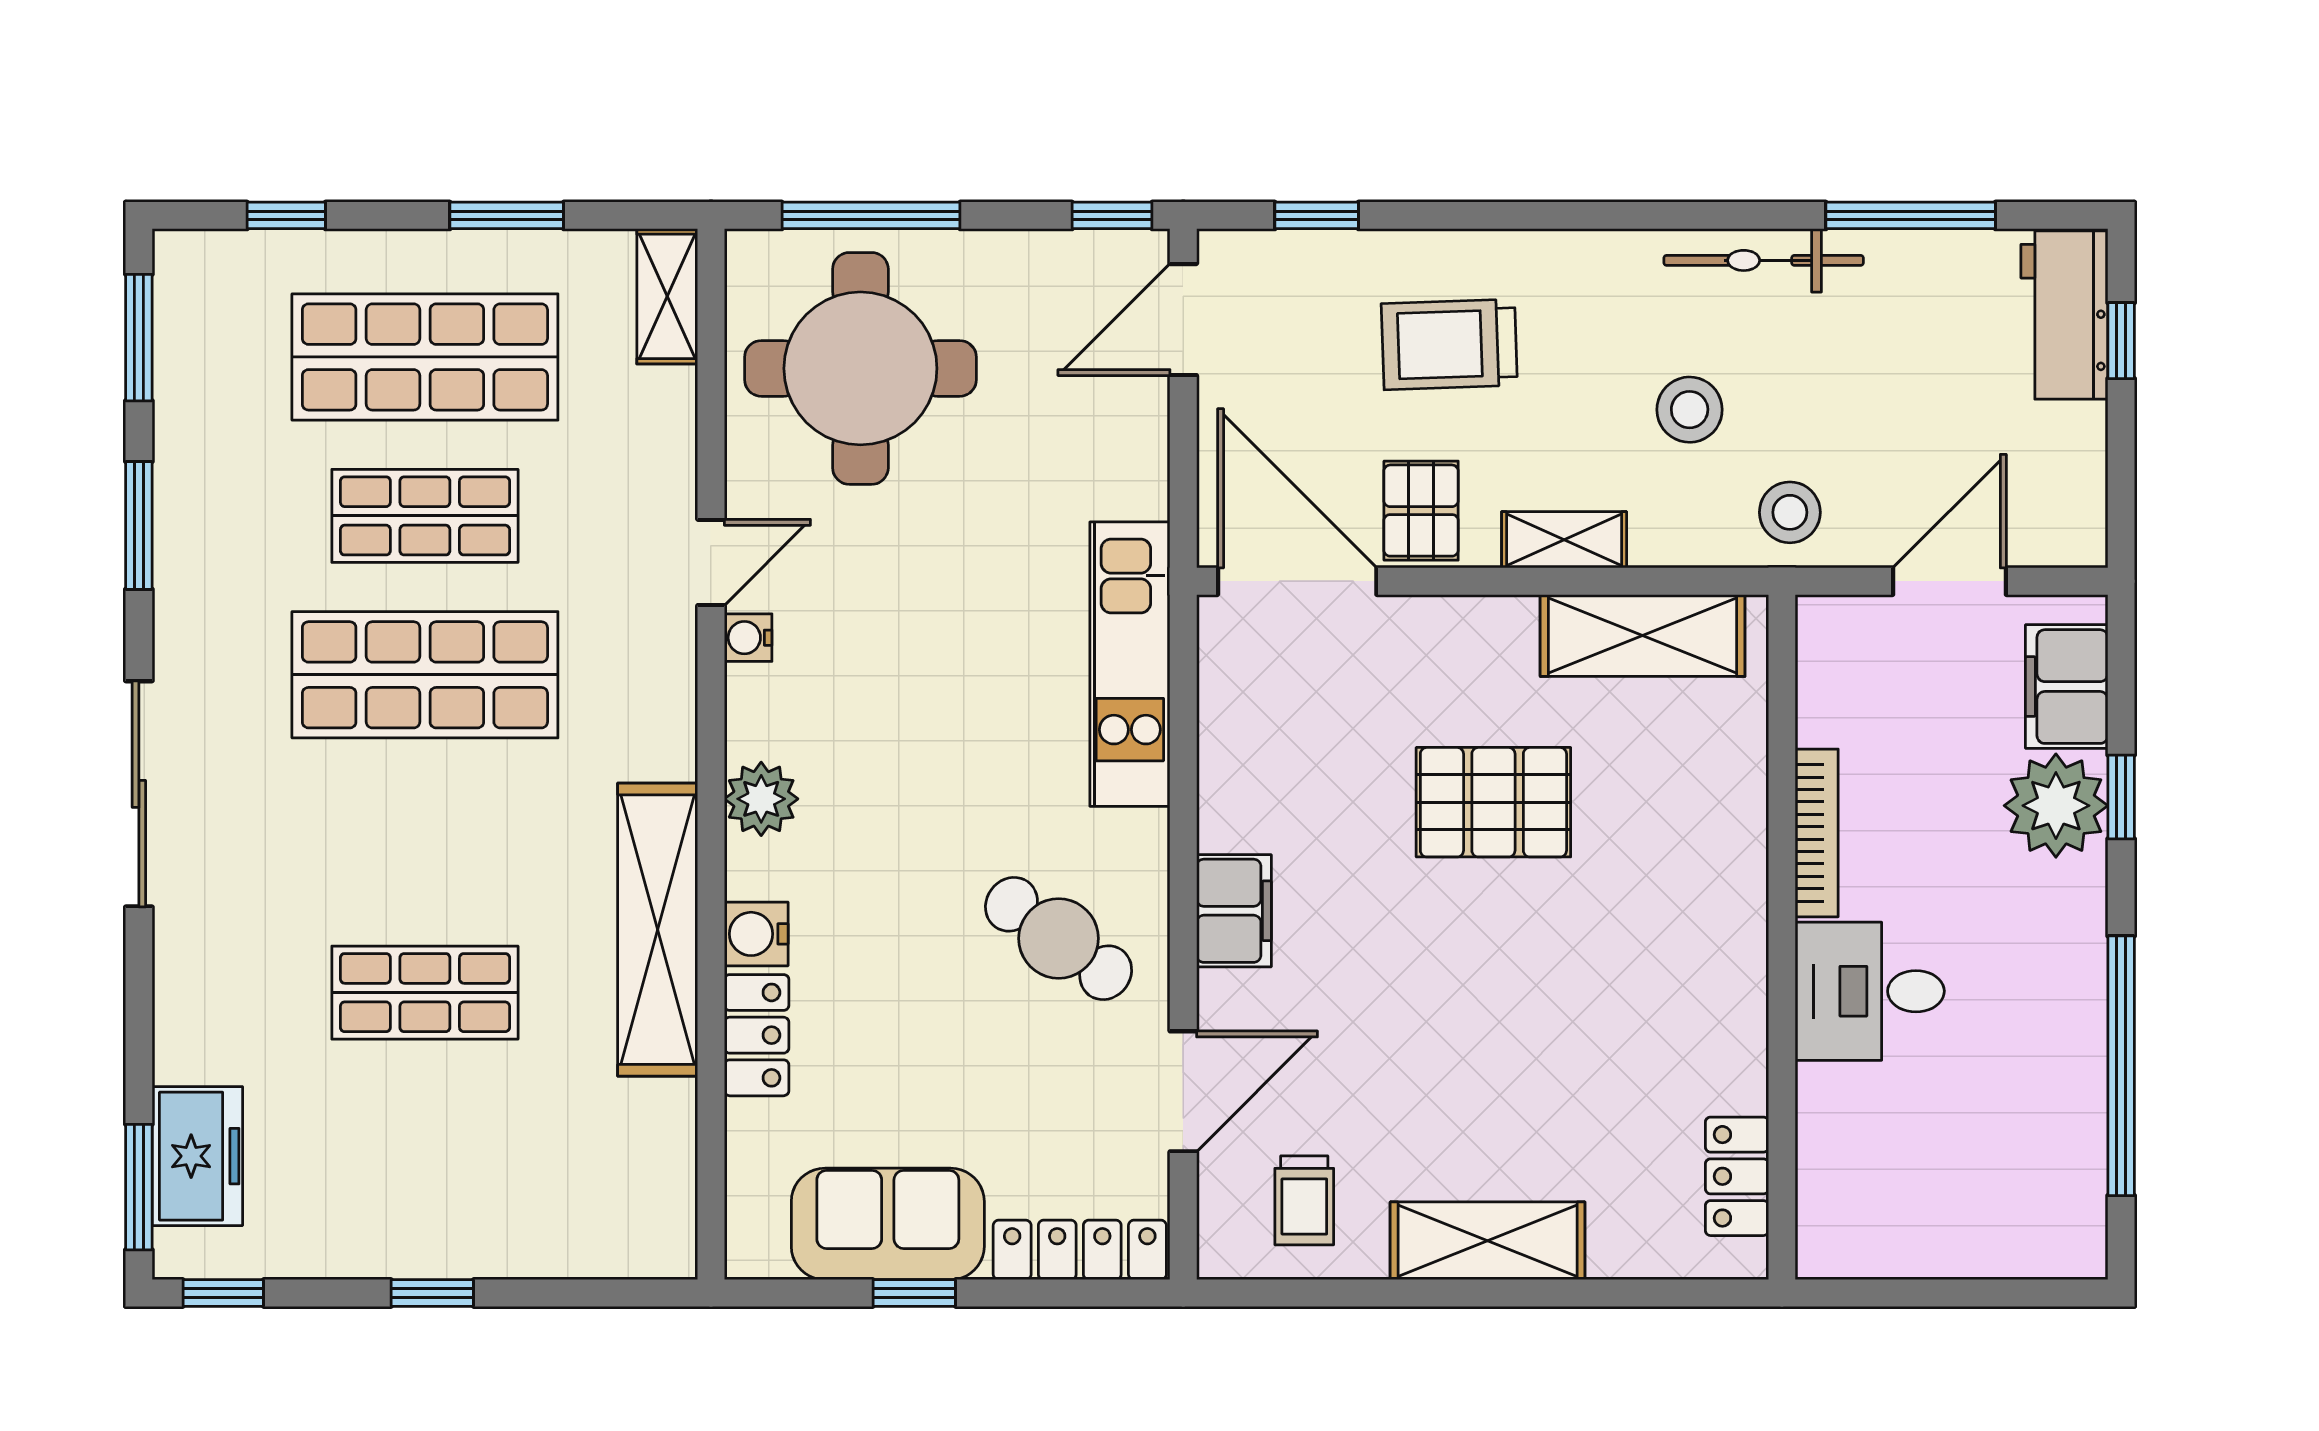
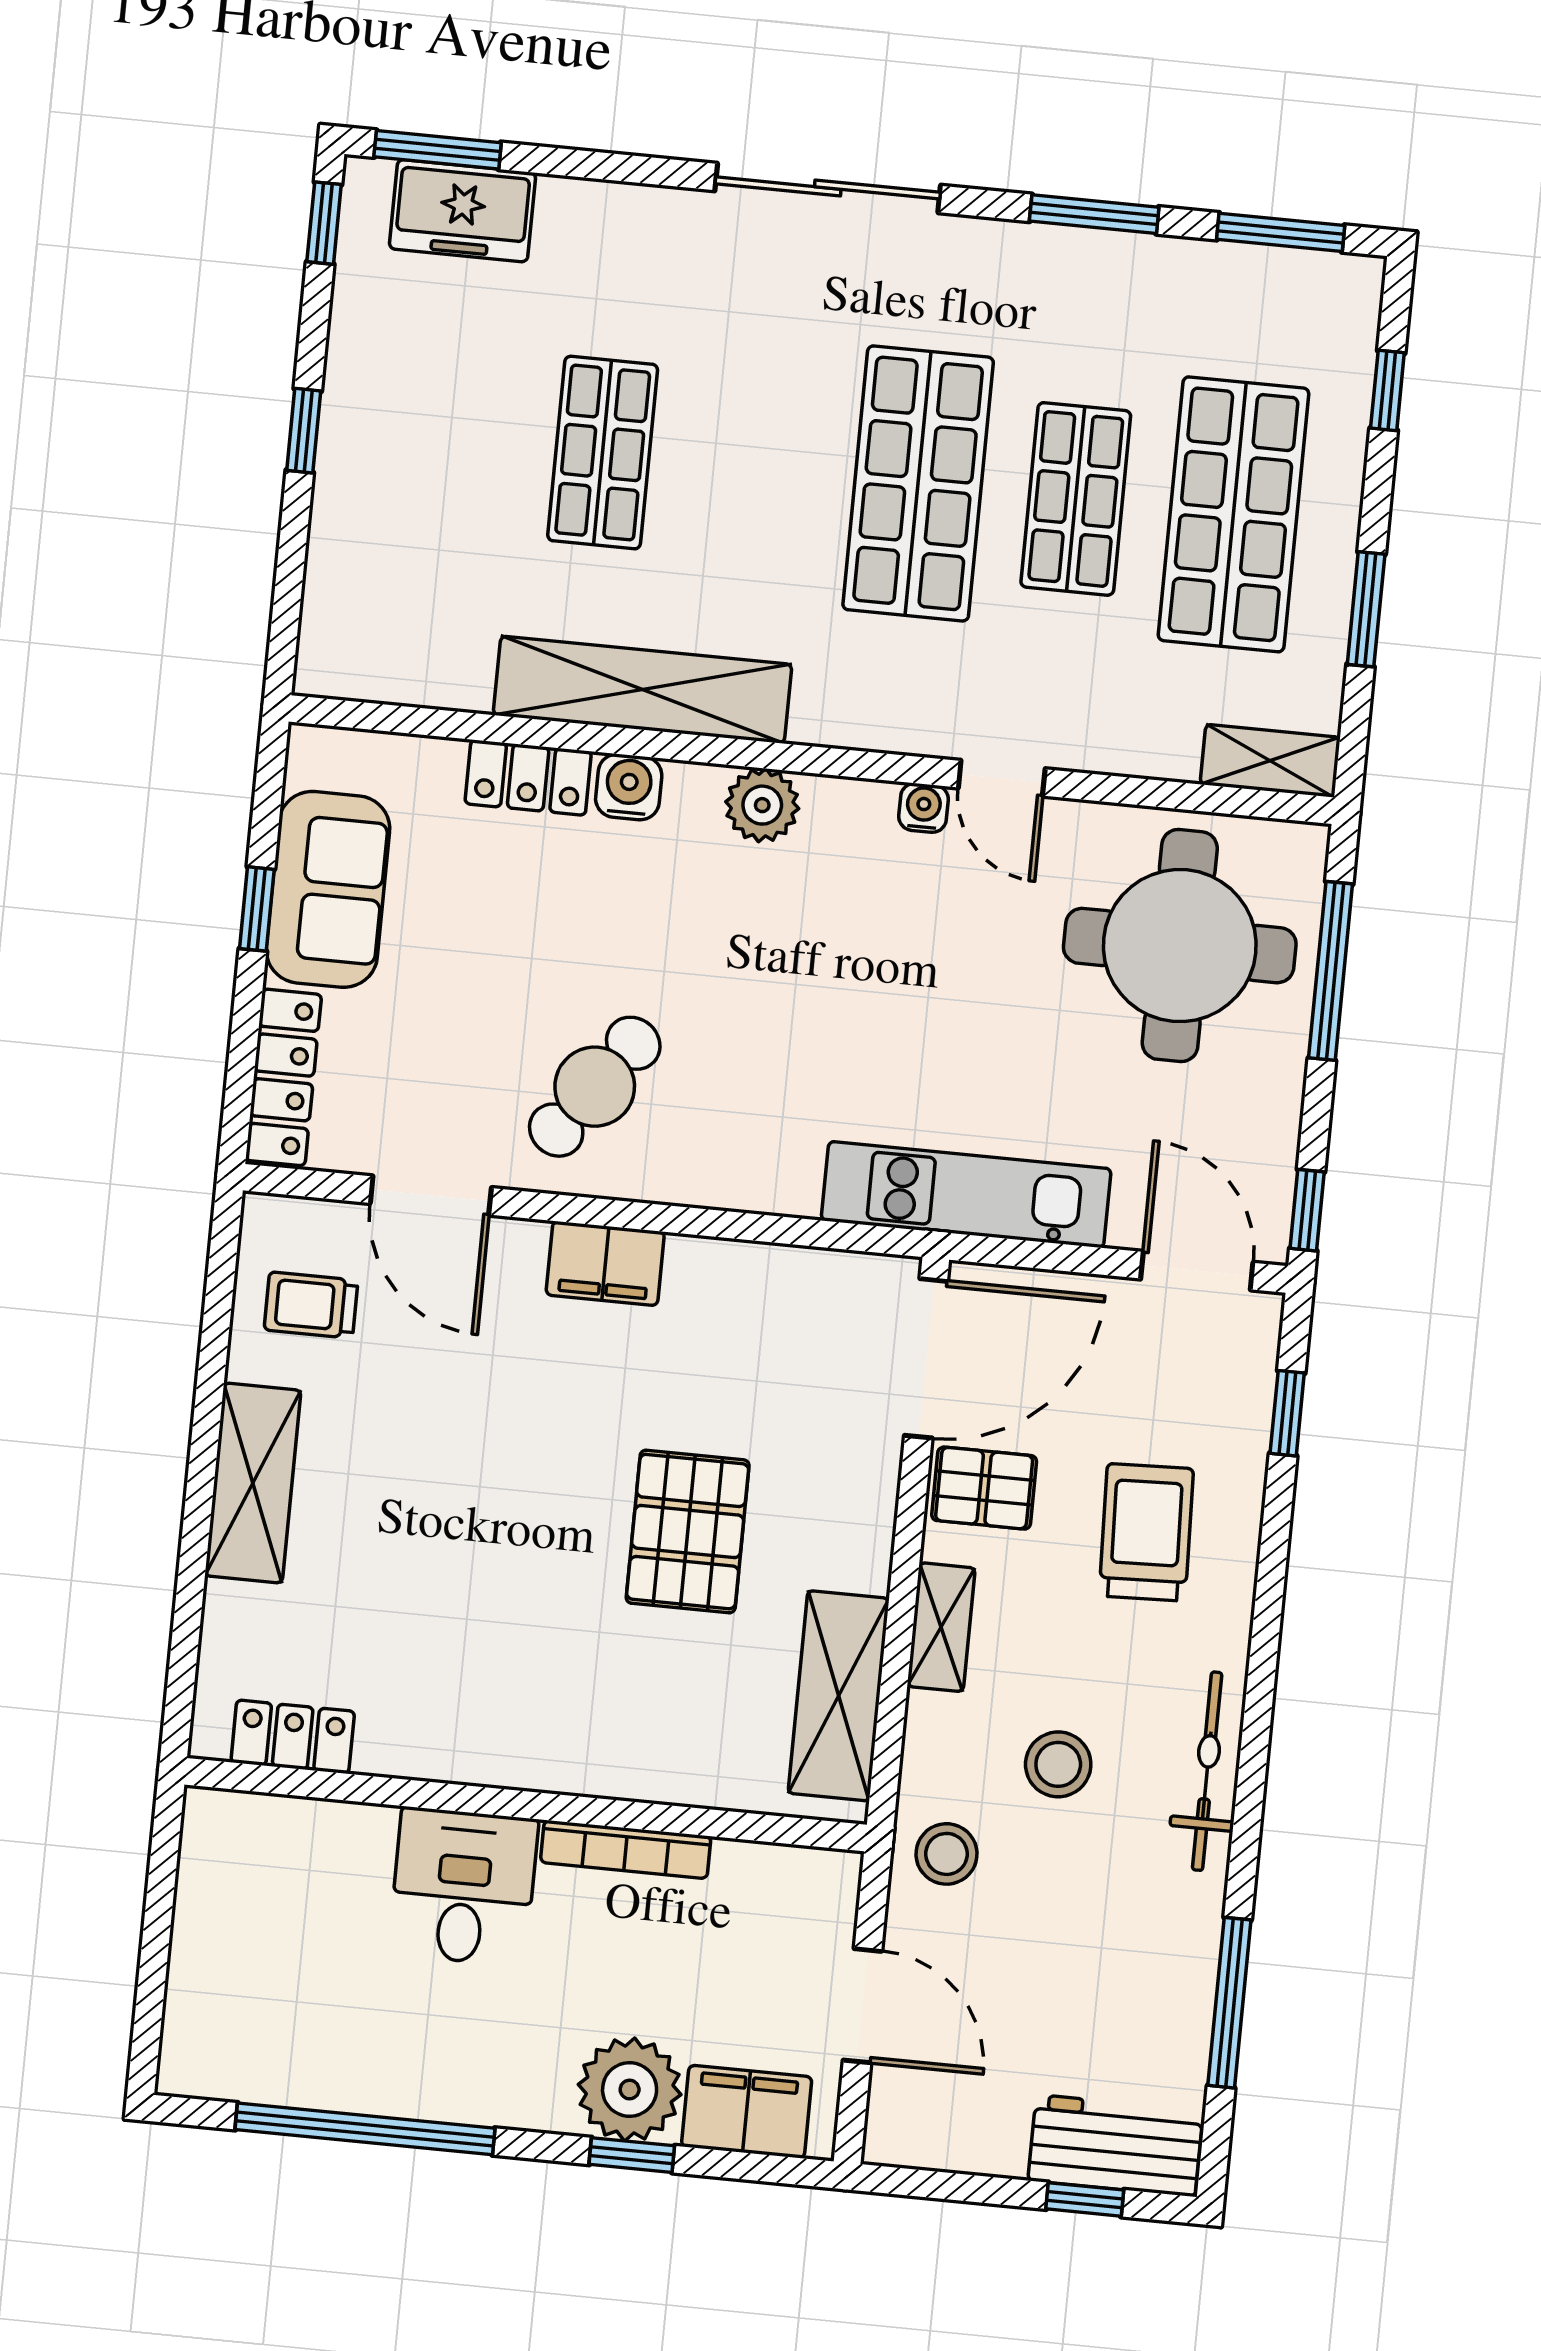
bicycle: (1764, 260) -> (1207, 1771), moved
kitchen unit: (1130, 664) -> (966, 1195), moved

